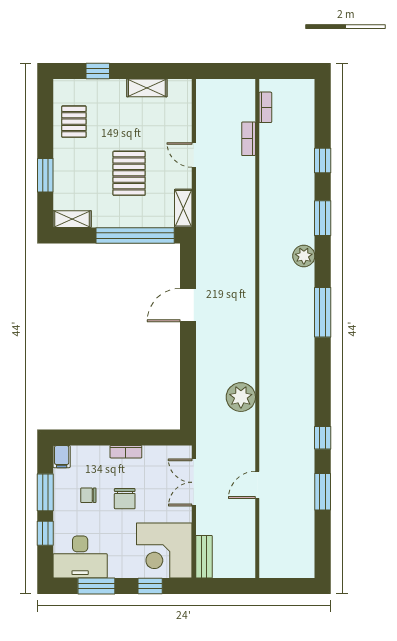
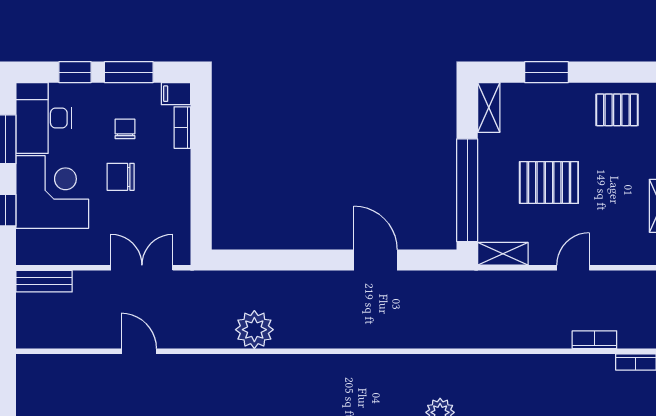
bookcase: (126, 452) -> (182, 128), moved
corner desk: (164, 550) -> (52, 192), moved, turned 90

